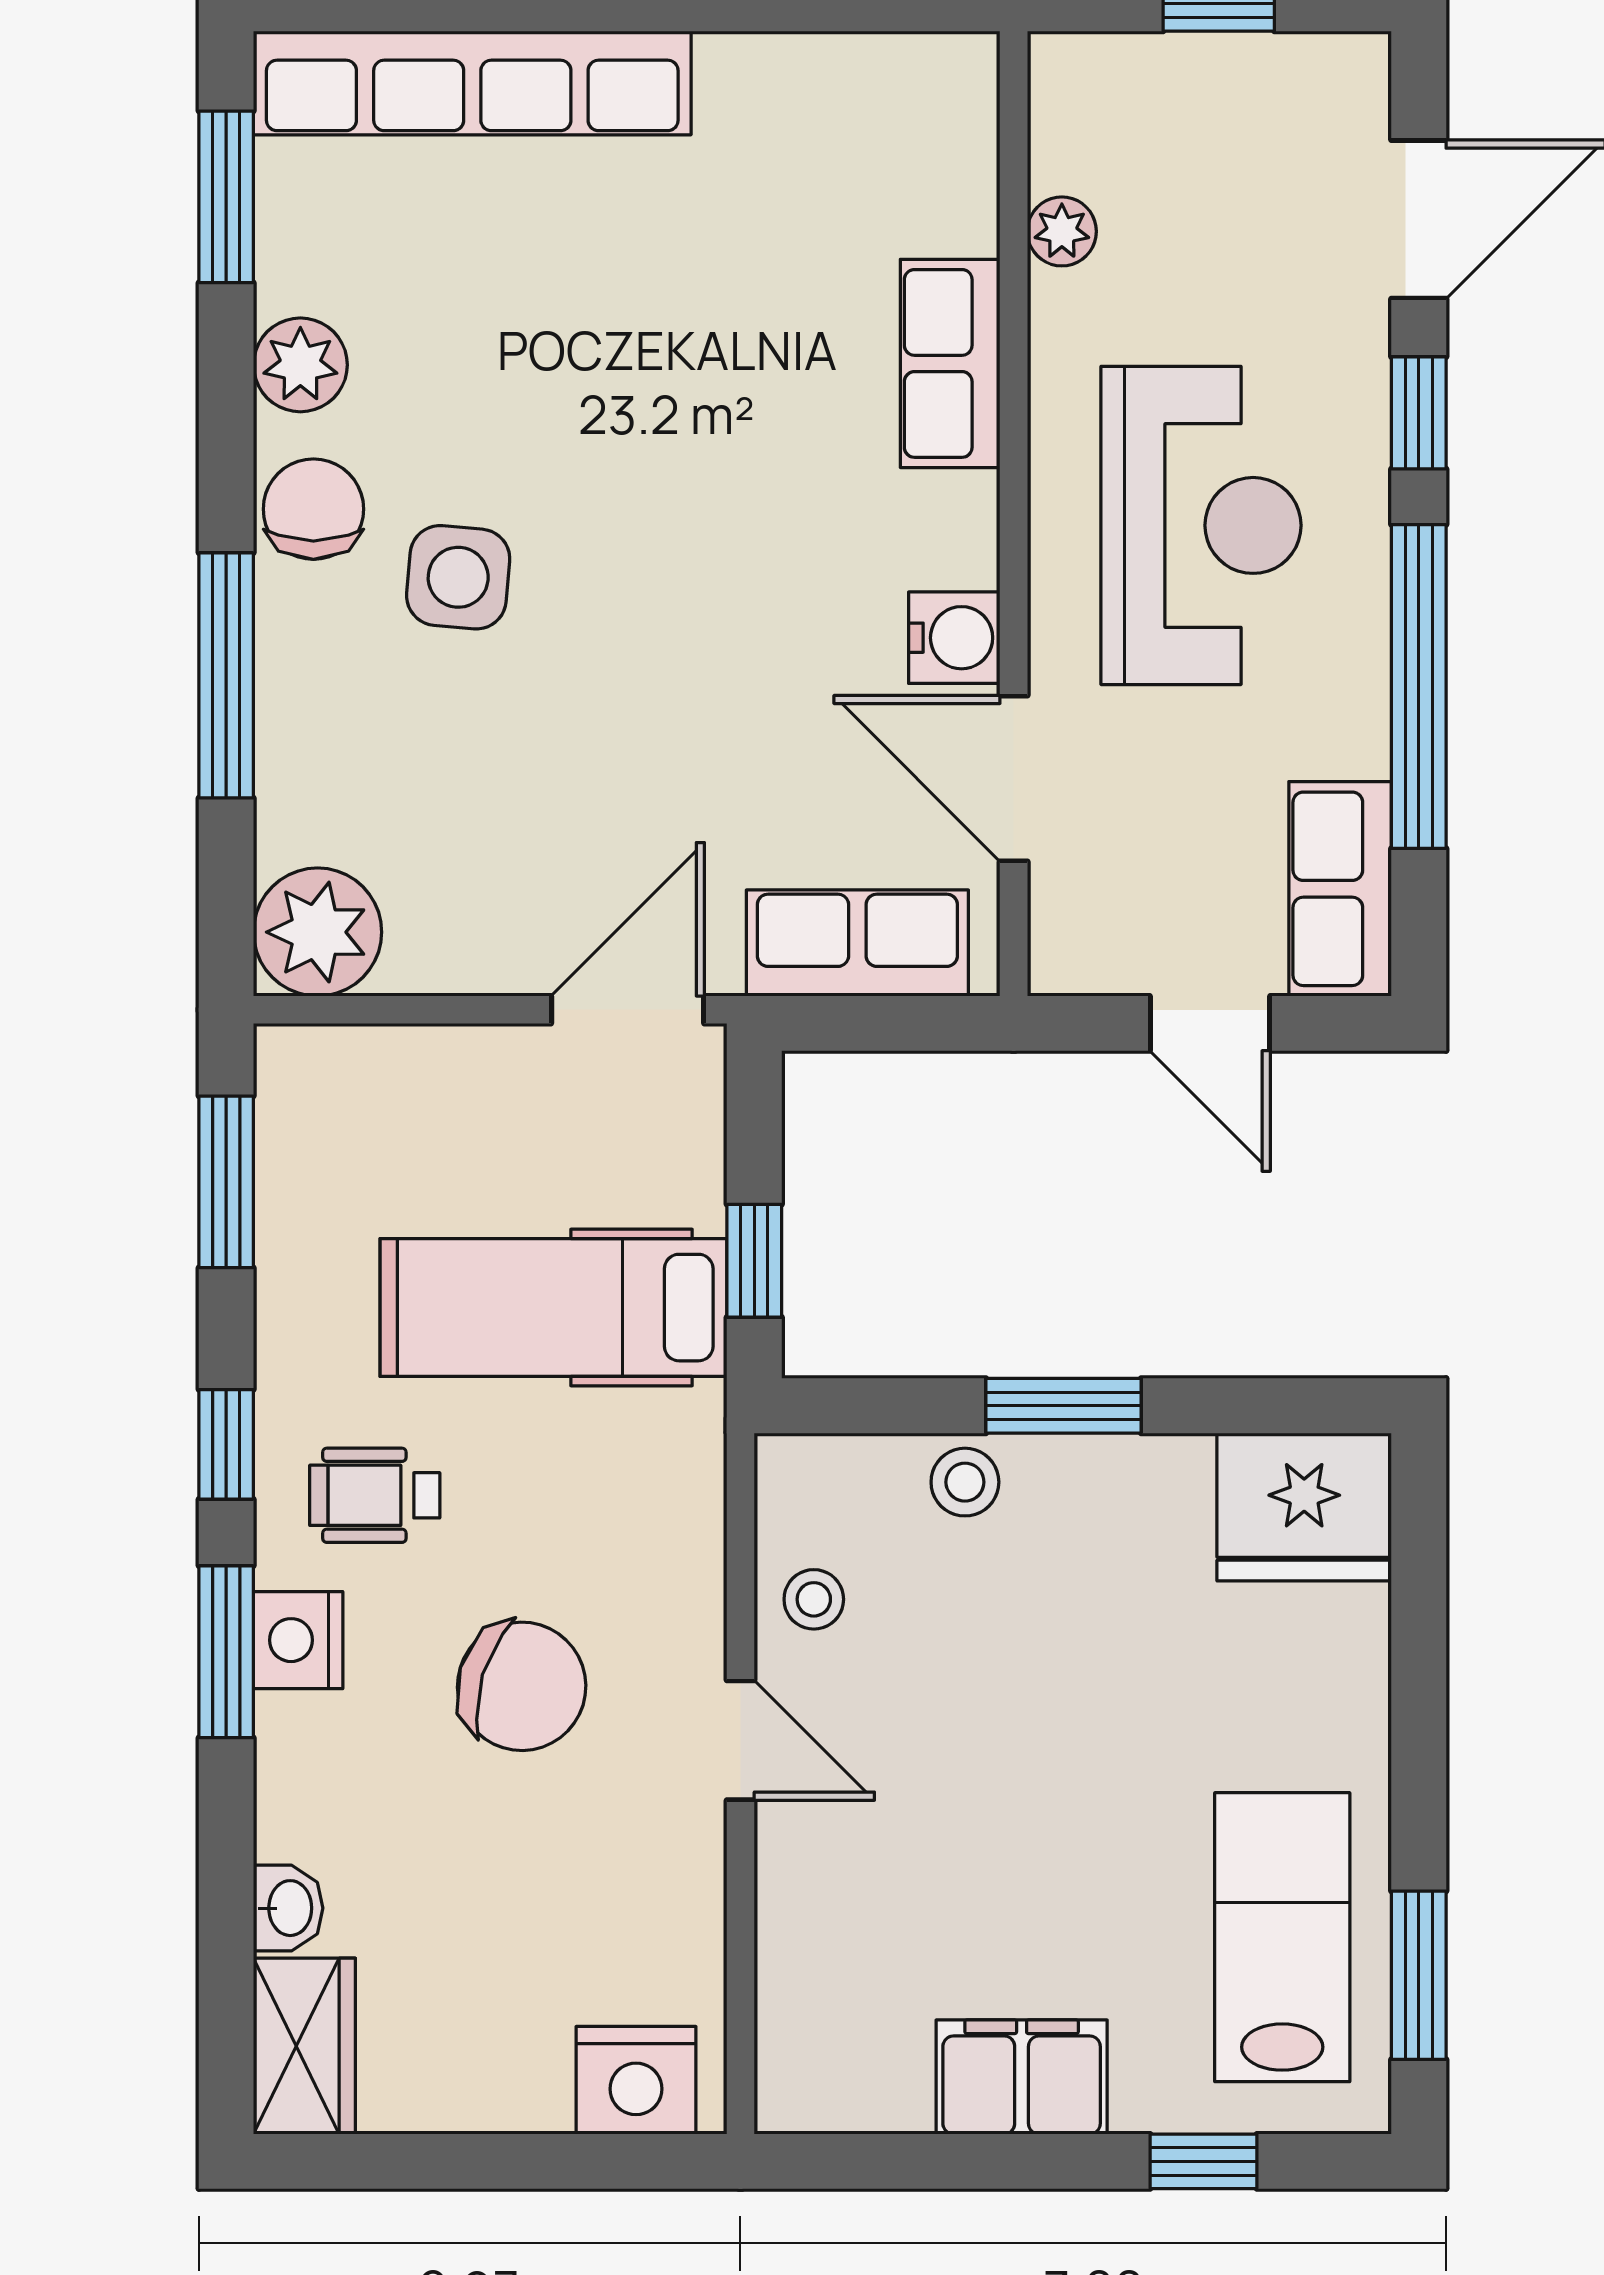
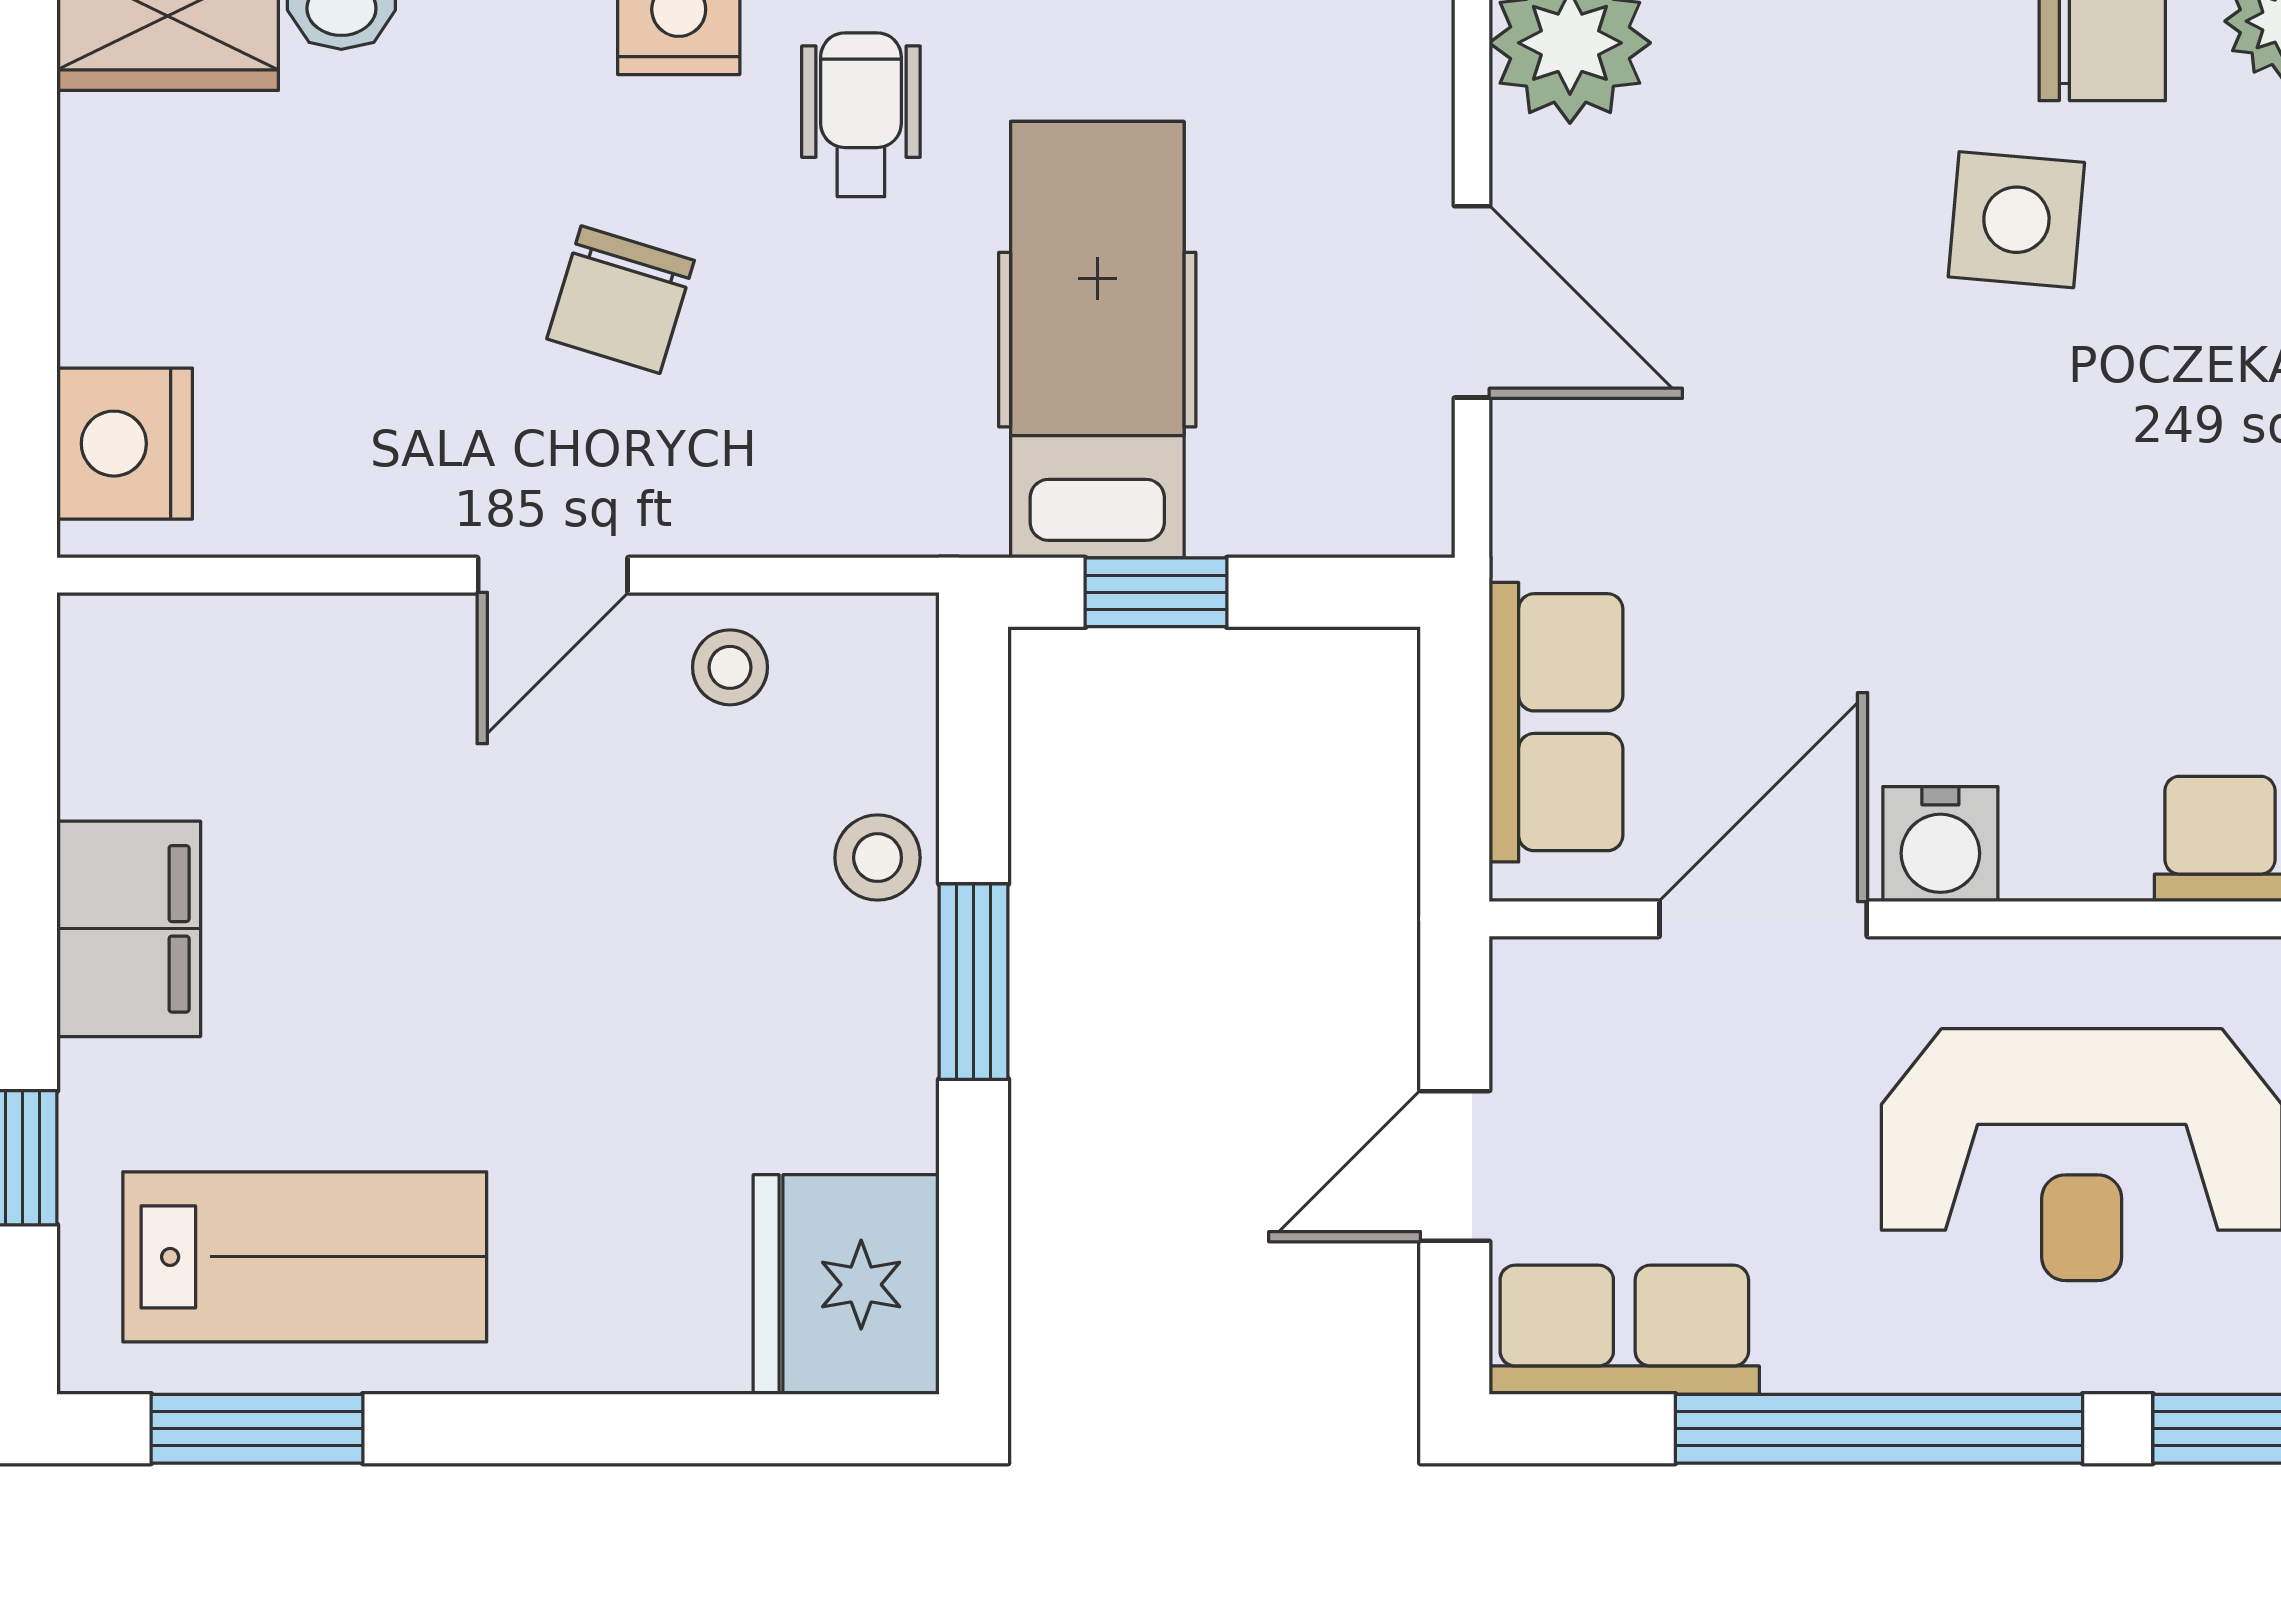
door: (628, 1010) -> (1472, 302), moved
chair: (522, 1686) -> (621, 300), width x0.73, depth x0.73

